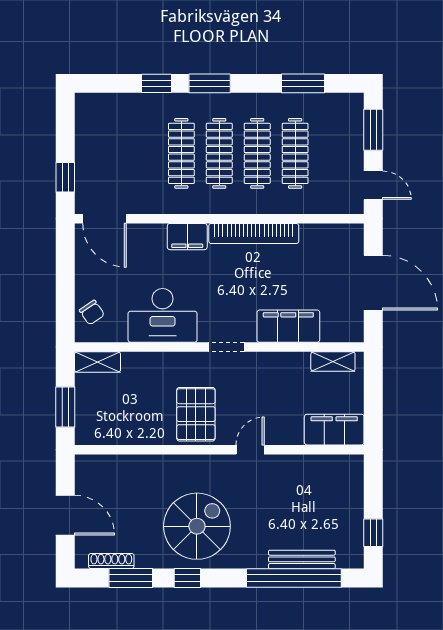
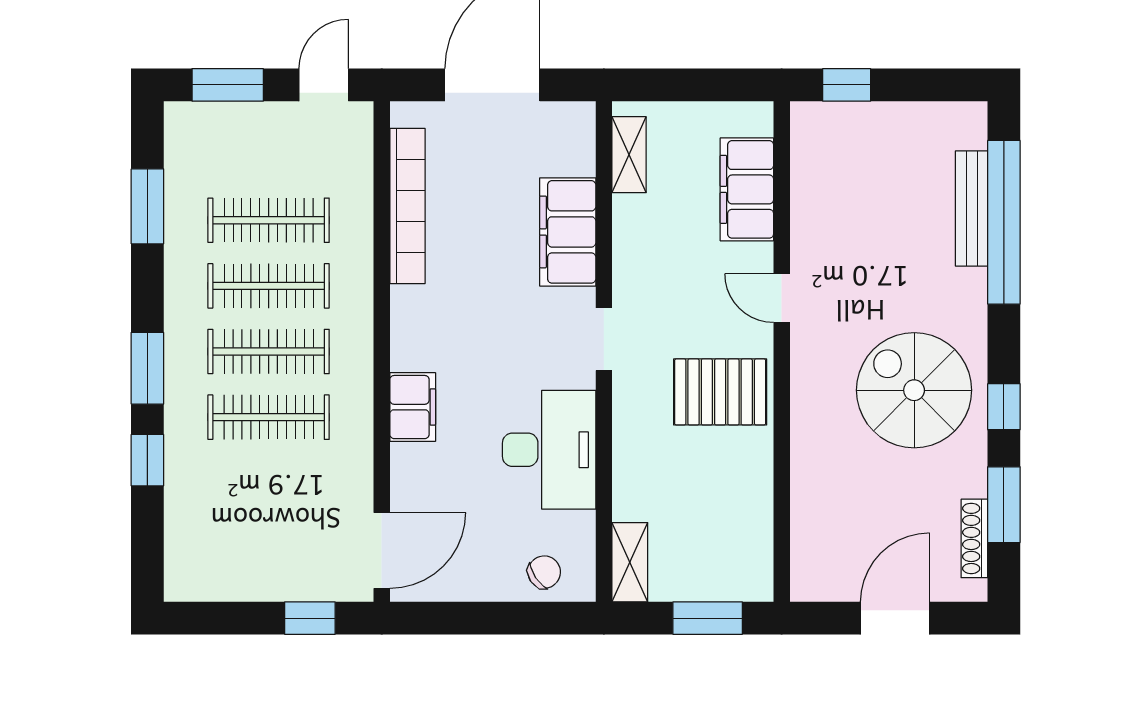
bookcase: (254, 234) -> (407, 206), moved
filing cabinet: (334, 430) -> (747, 189), moved
window: (373, 533) -> (847, 85), moved

